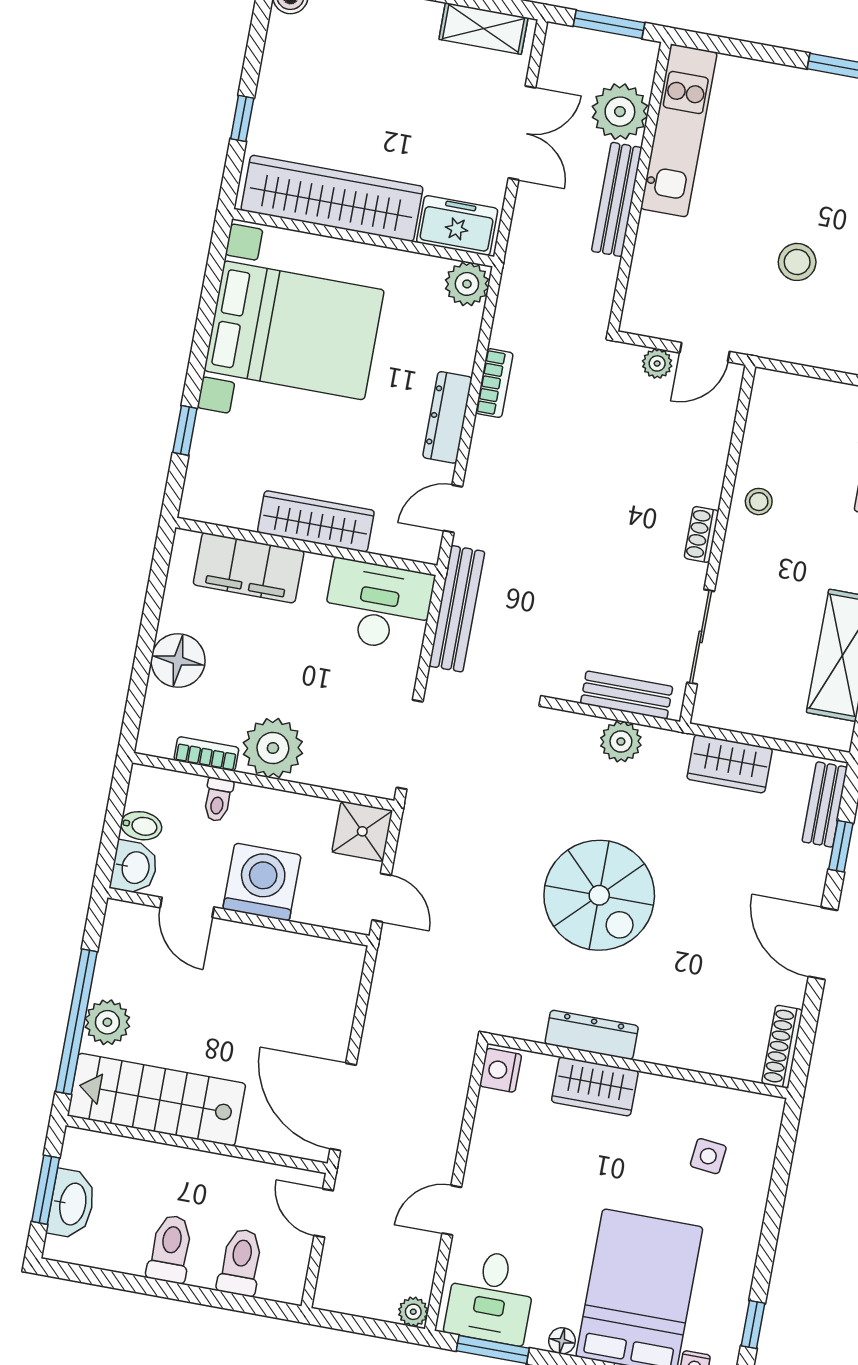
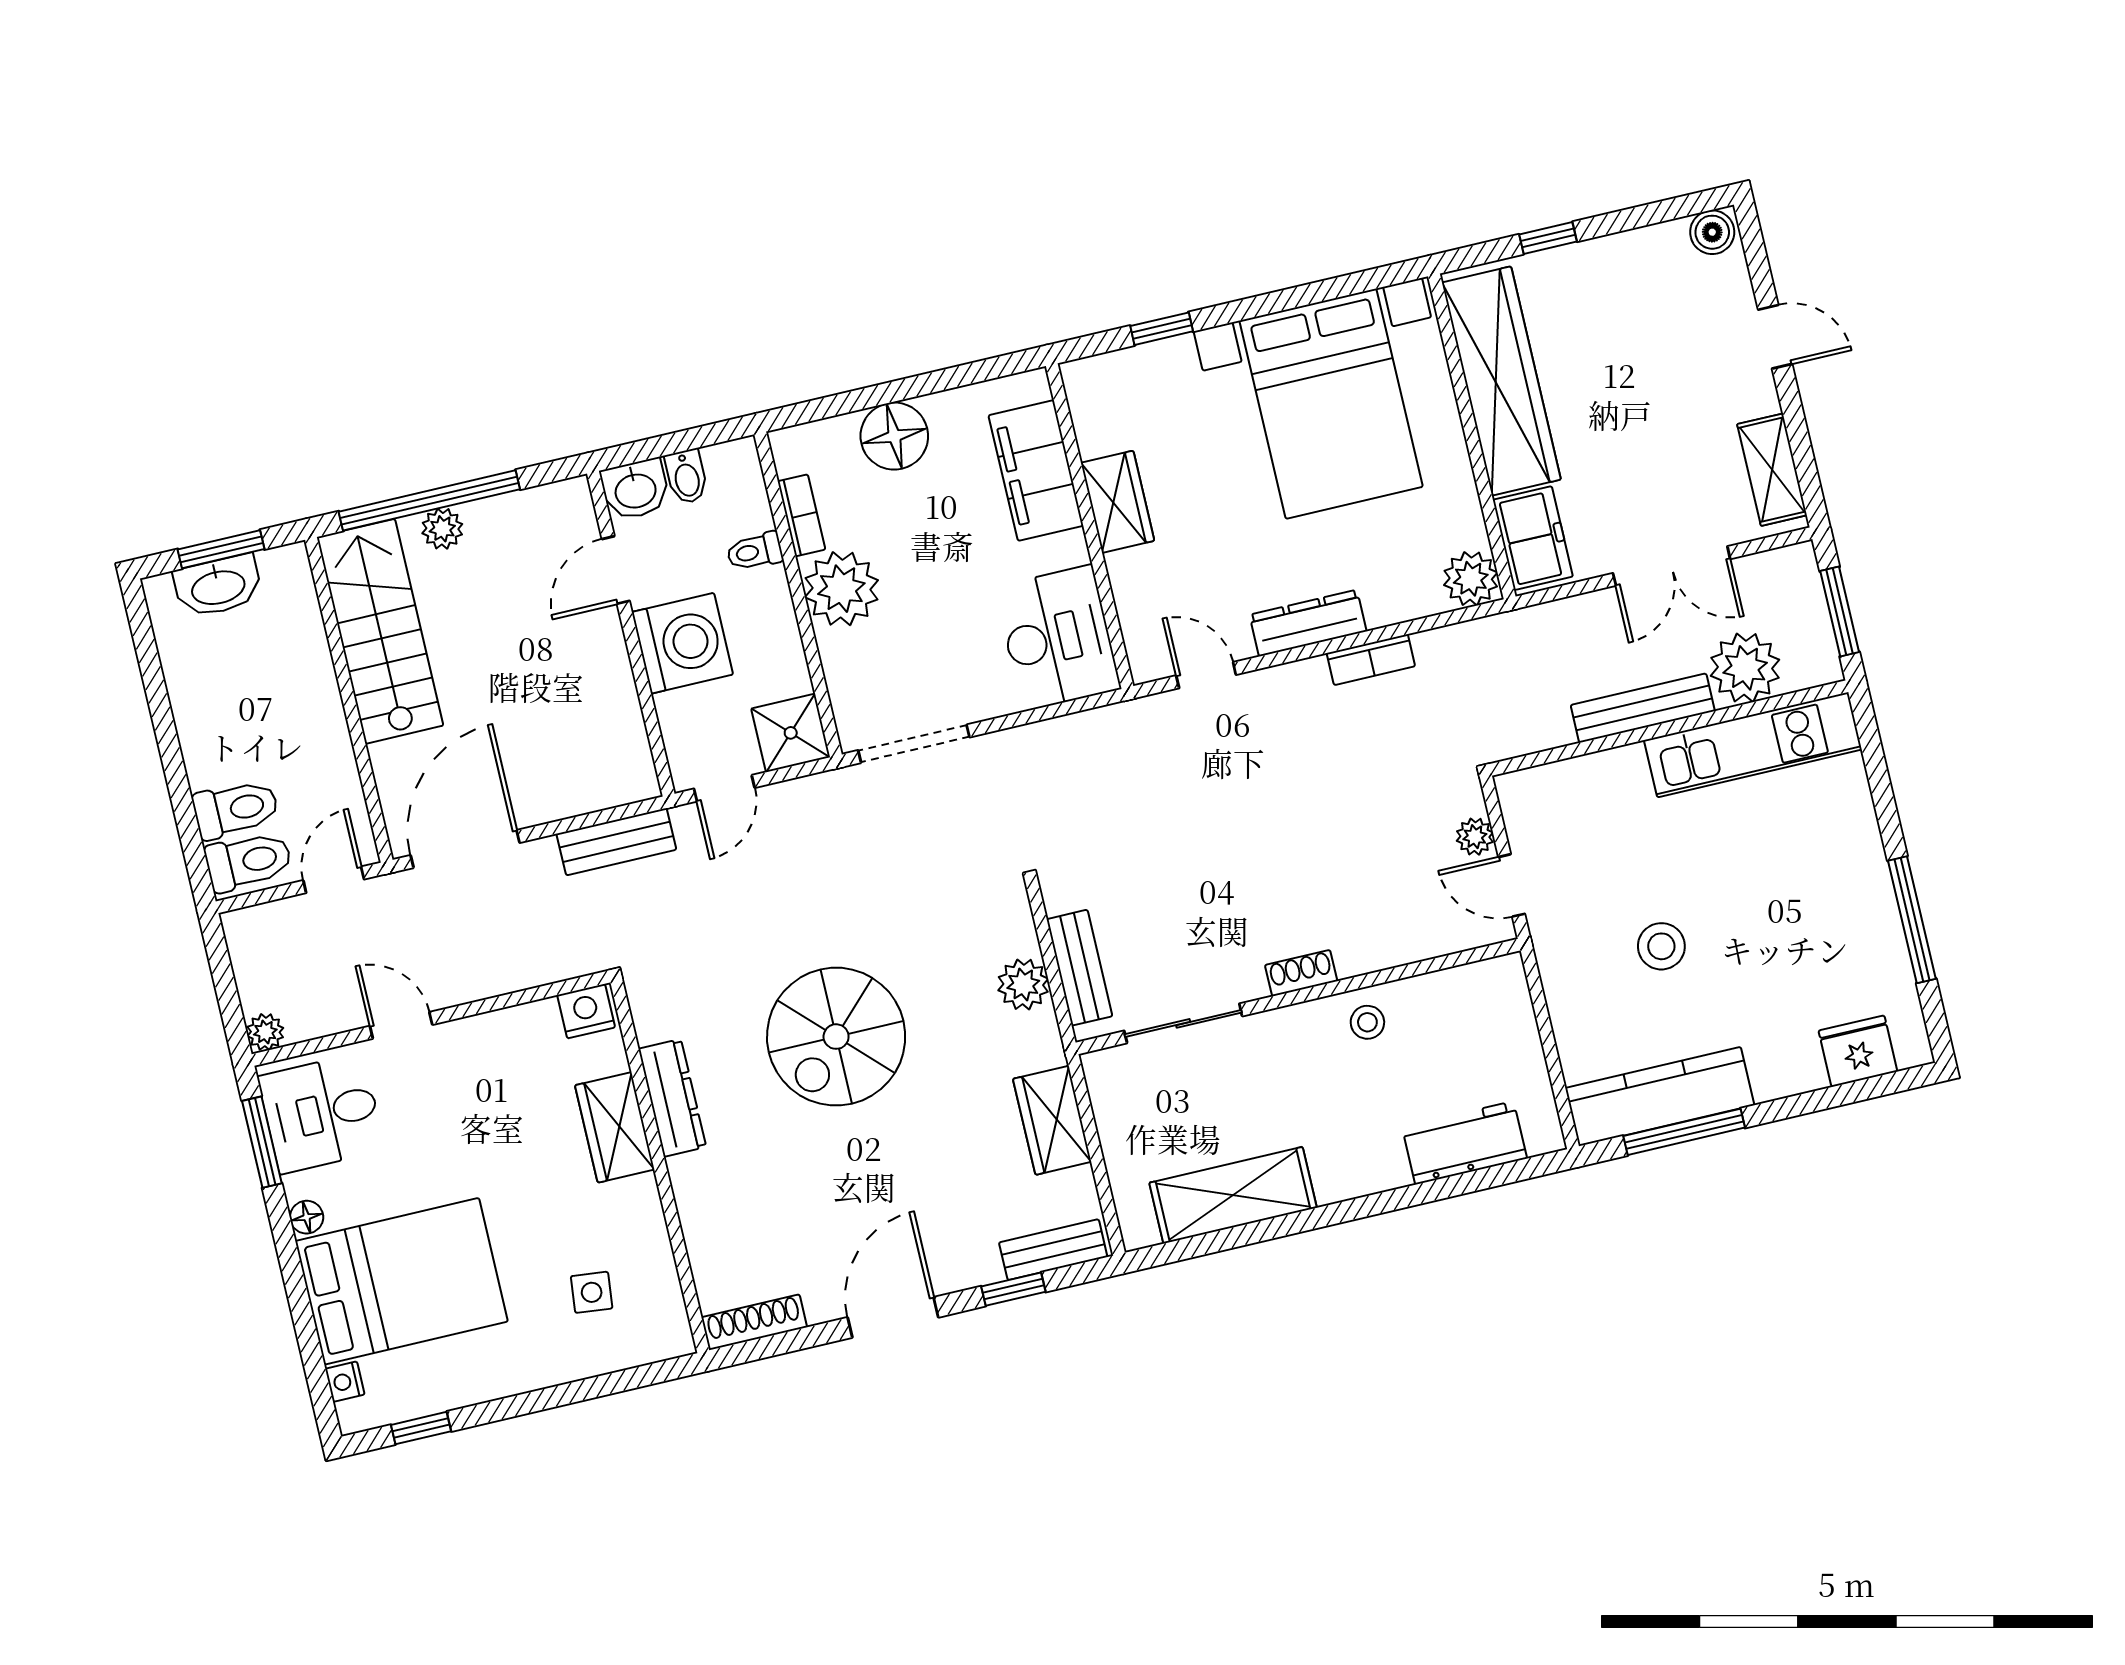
wardrobe: (316, 521) -> (1118, 502), width x0.67
bench: (457, 609) -> (616, 842), moved, width x0.73
plant: (107, 1022) -> (442, 529), width x0.73, depth x0.73
toilet: (170, 1249) -> (248, 861), moved

